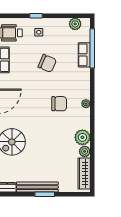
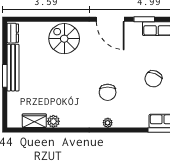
plant: (82, 137) -> (69, 119), removed
wardrobe: (84, 173) -> (34, 121), width x0.67

